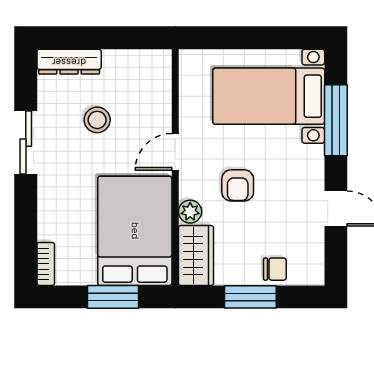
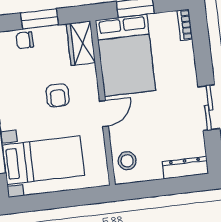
stool: (97, 120) -> (127, 161), moved
armchair: (238, 185) -> (58, 95), turned 180
plant: (190, 212) -> (89, 73), removed

